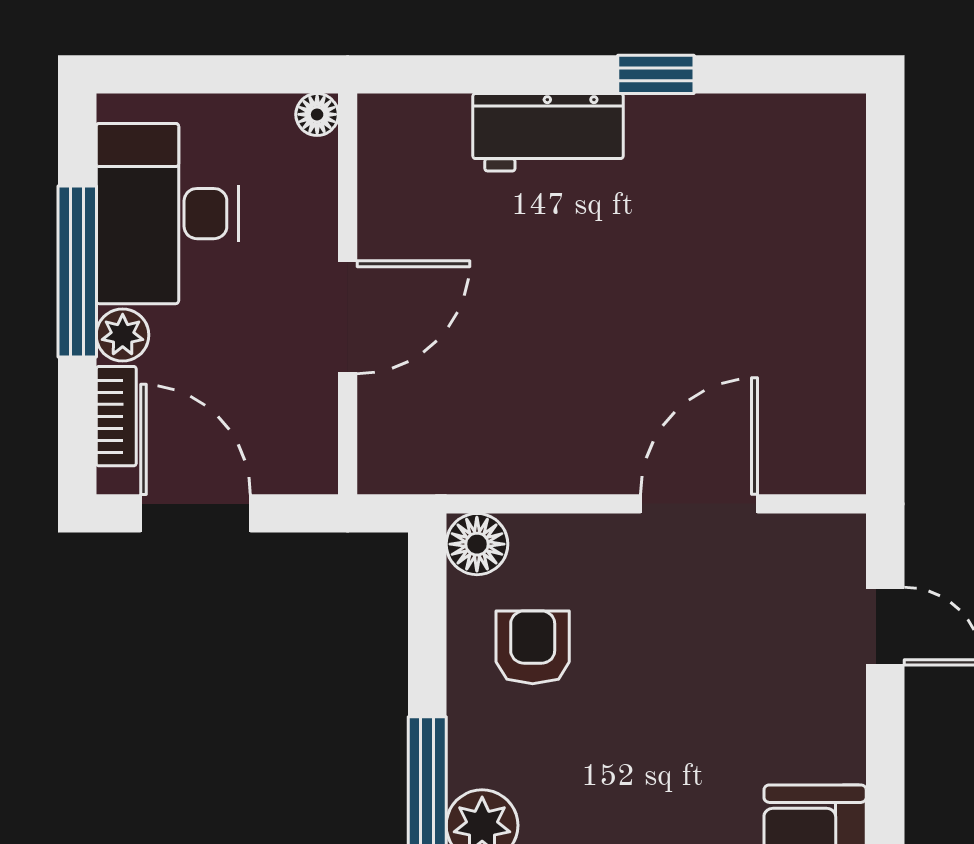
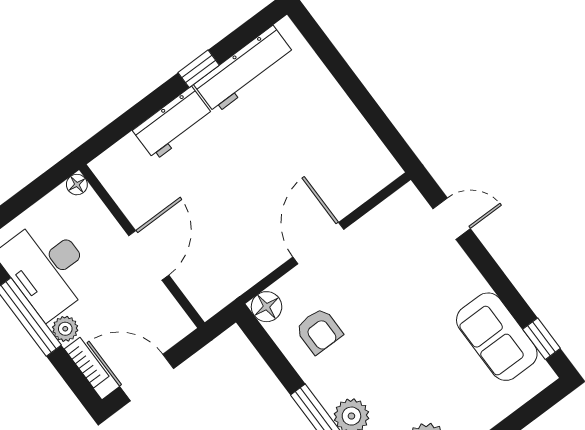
workbench: (729, 131) -> (244, 70), added
door: (699, 504) -> (318, 243), moved
armchair: (533, 647) -> (319, 331), turned 180

